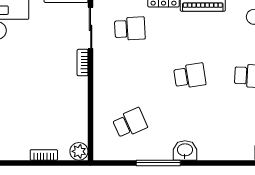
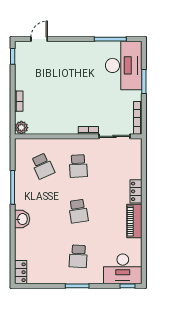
school desk: (130, 29) -> (78, 166), moved
washbasin: (185, 150) -> (22, 219), moved

